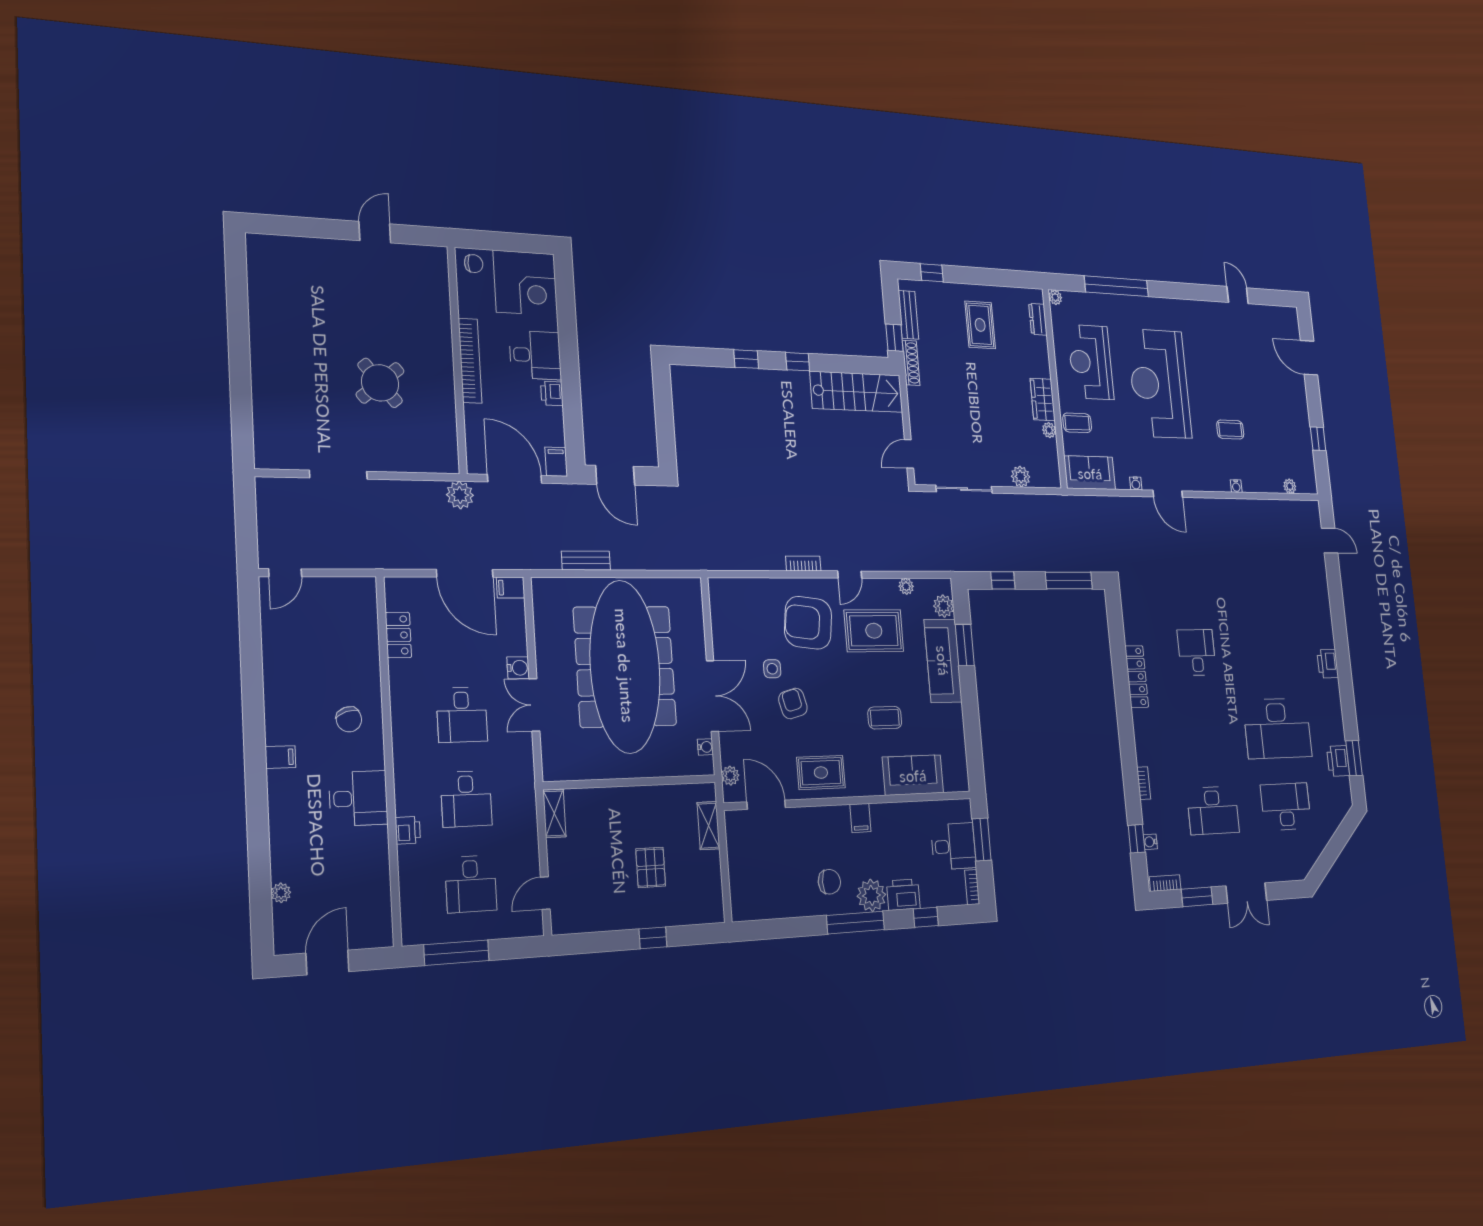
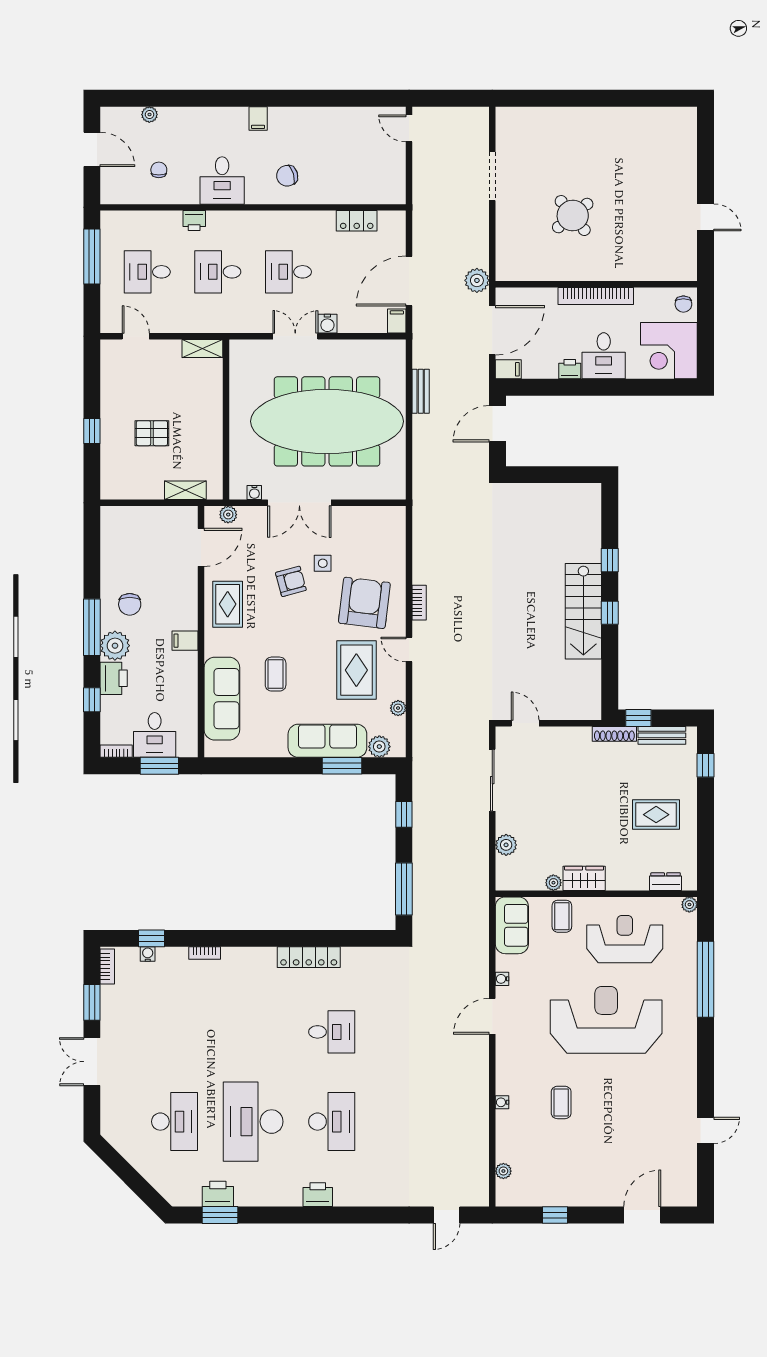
stairs: (857, 392) -> (583, 611), moved
sofa: (913, 775) -> (222, 699), width x1.36
desk: (1213, 810) -> (332, 1122), moved, turned 180
chair: (349, 877) -> (159, 170), added

